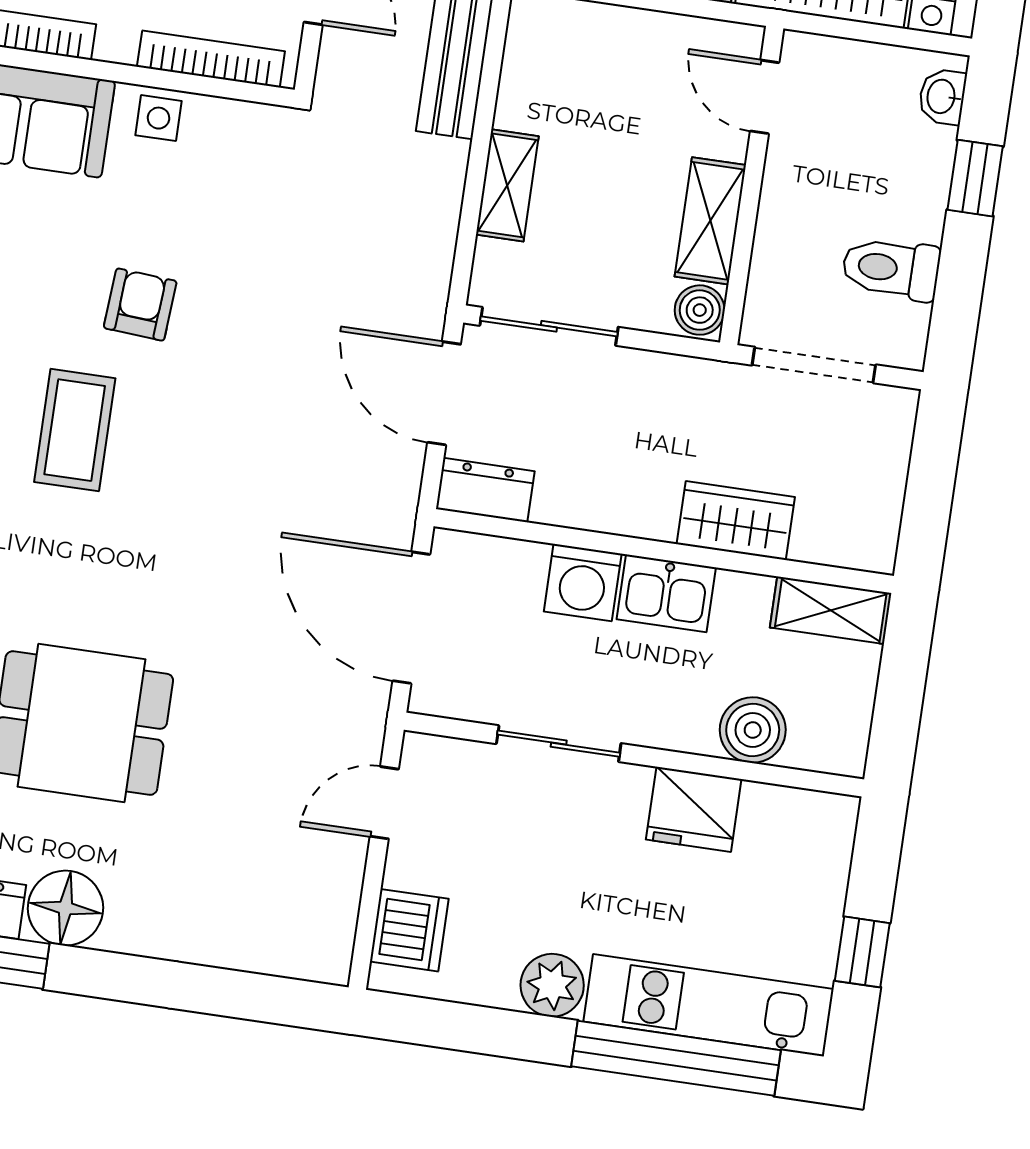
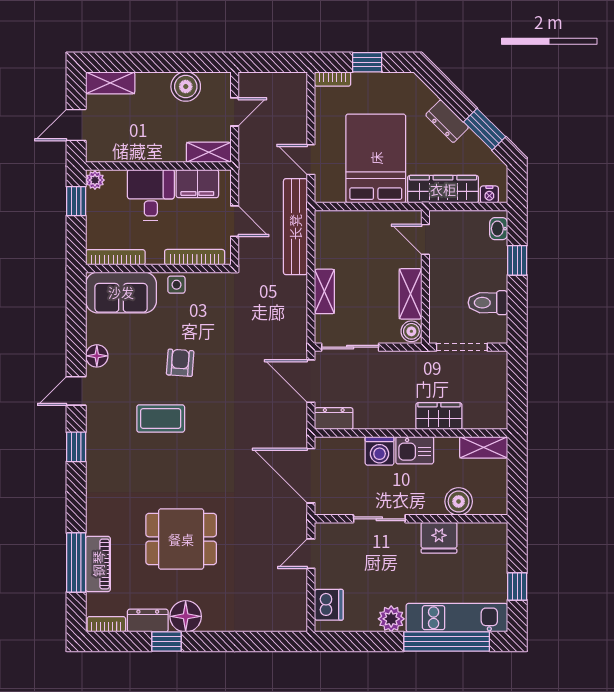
coffee table: (75, 430) -> (161, 418), turned 90

